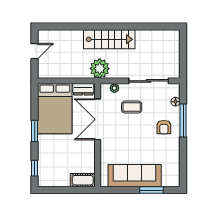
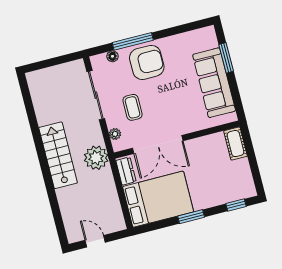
armchair: (164, 127) -> (147, 62), width x1.88, depth x1.88

